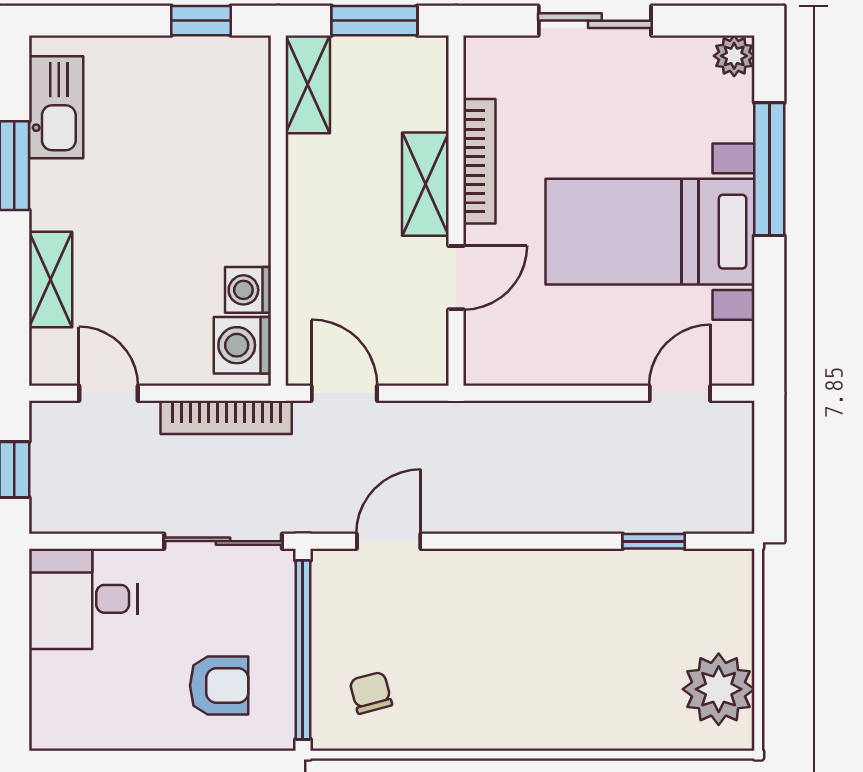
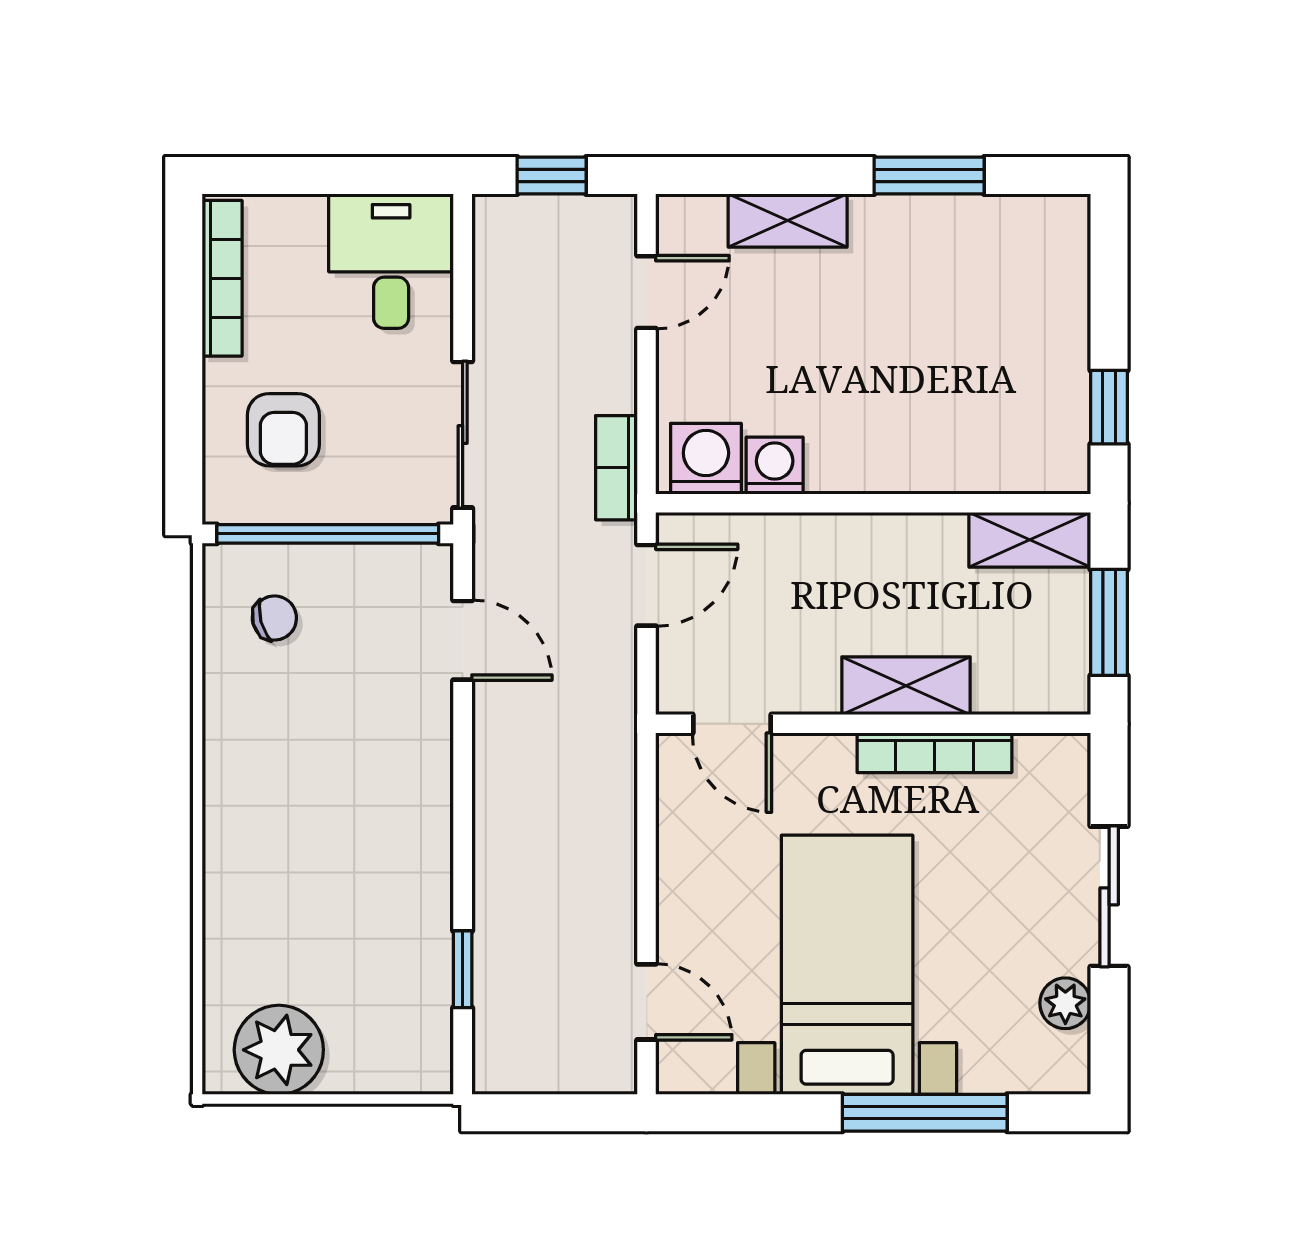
plant: (734, 56) -> (1065, 1003), moved
kitchen sink: (56, 107) -> (1001, 227), removed
door: (456, 278) -> (732, 724), moved
bookcase: (226, 417) -> (616, 468), width x0.64
bookcase: (97, 735) -> (222, 278), added

